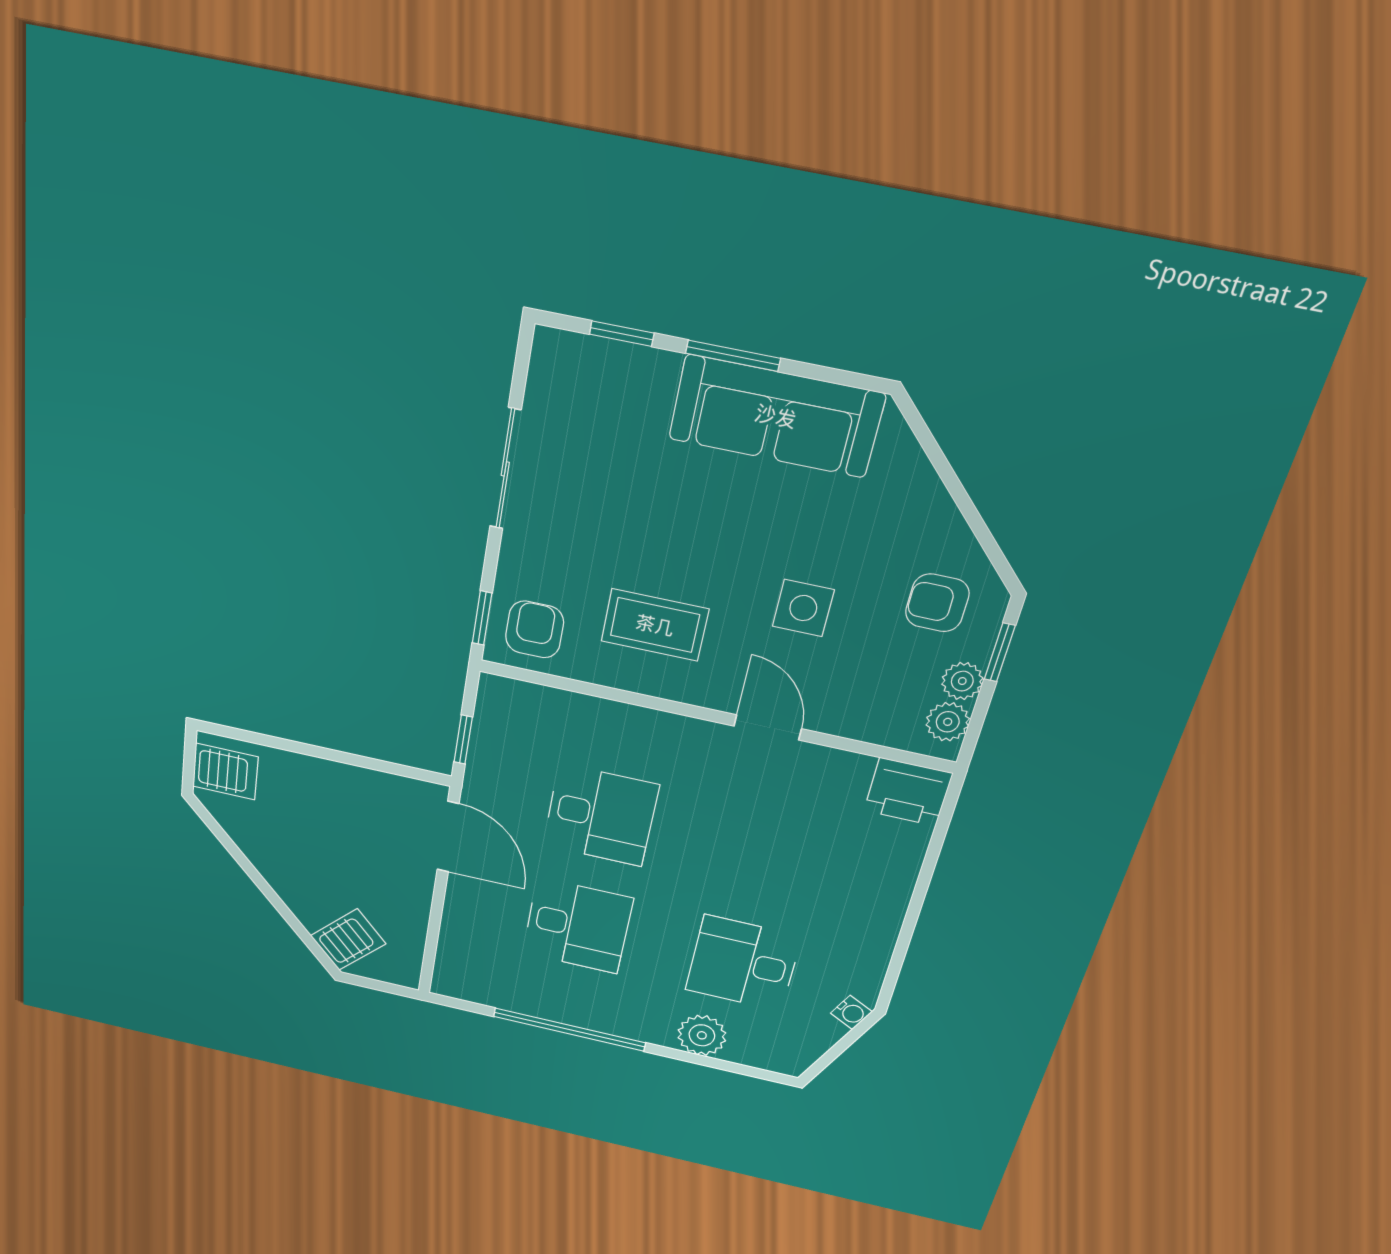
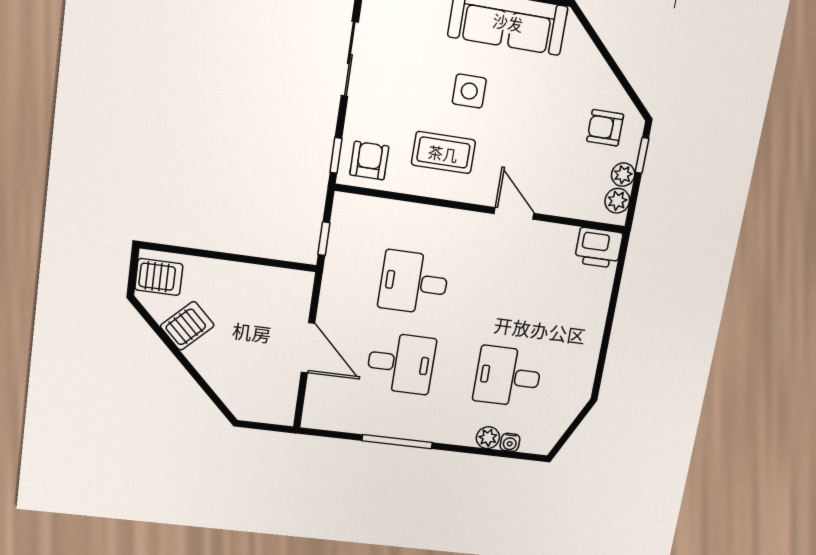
side table: (803, 608) -> (469, 91), moved
desk: (601, 815) -> (414, 283), turned 180
door: (448, 837) -> (308, 348), moved
server rack: (348, 940) -> (187, 326), moved
water cooler: (851, 1012) -> (510, 442), moved, turned 63
window: (569, 1030) -> (397, 442), width x0.68
plant: (702, 1035) -> (488, 438), width x0.73, depth x0.73

